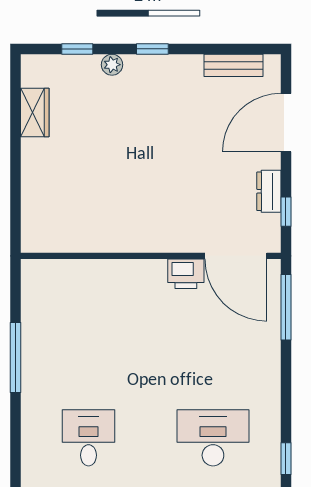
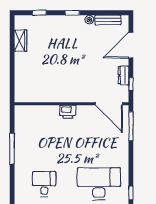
plant: (112, 65) -> (89, 20), moved
printer: (186, 274) -> (68, 112), moved
desk: (213, 438) -> (99, 184), width x1.36, depth x1.30

